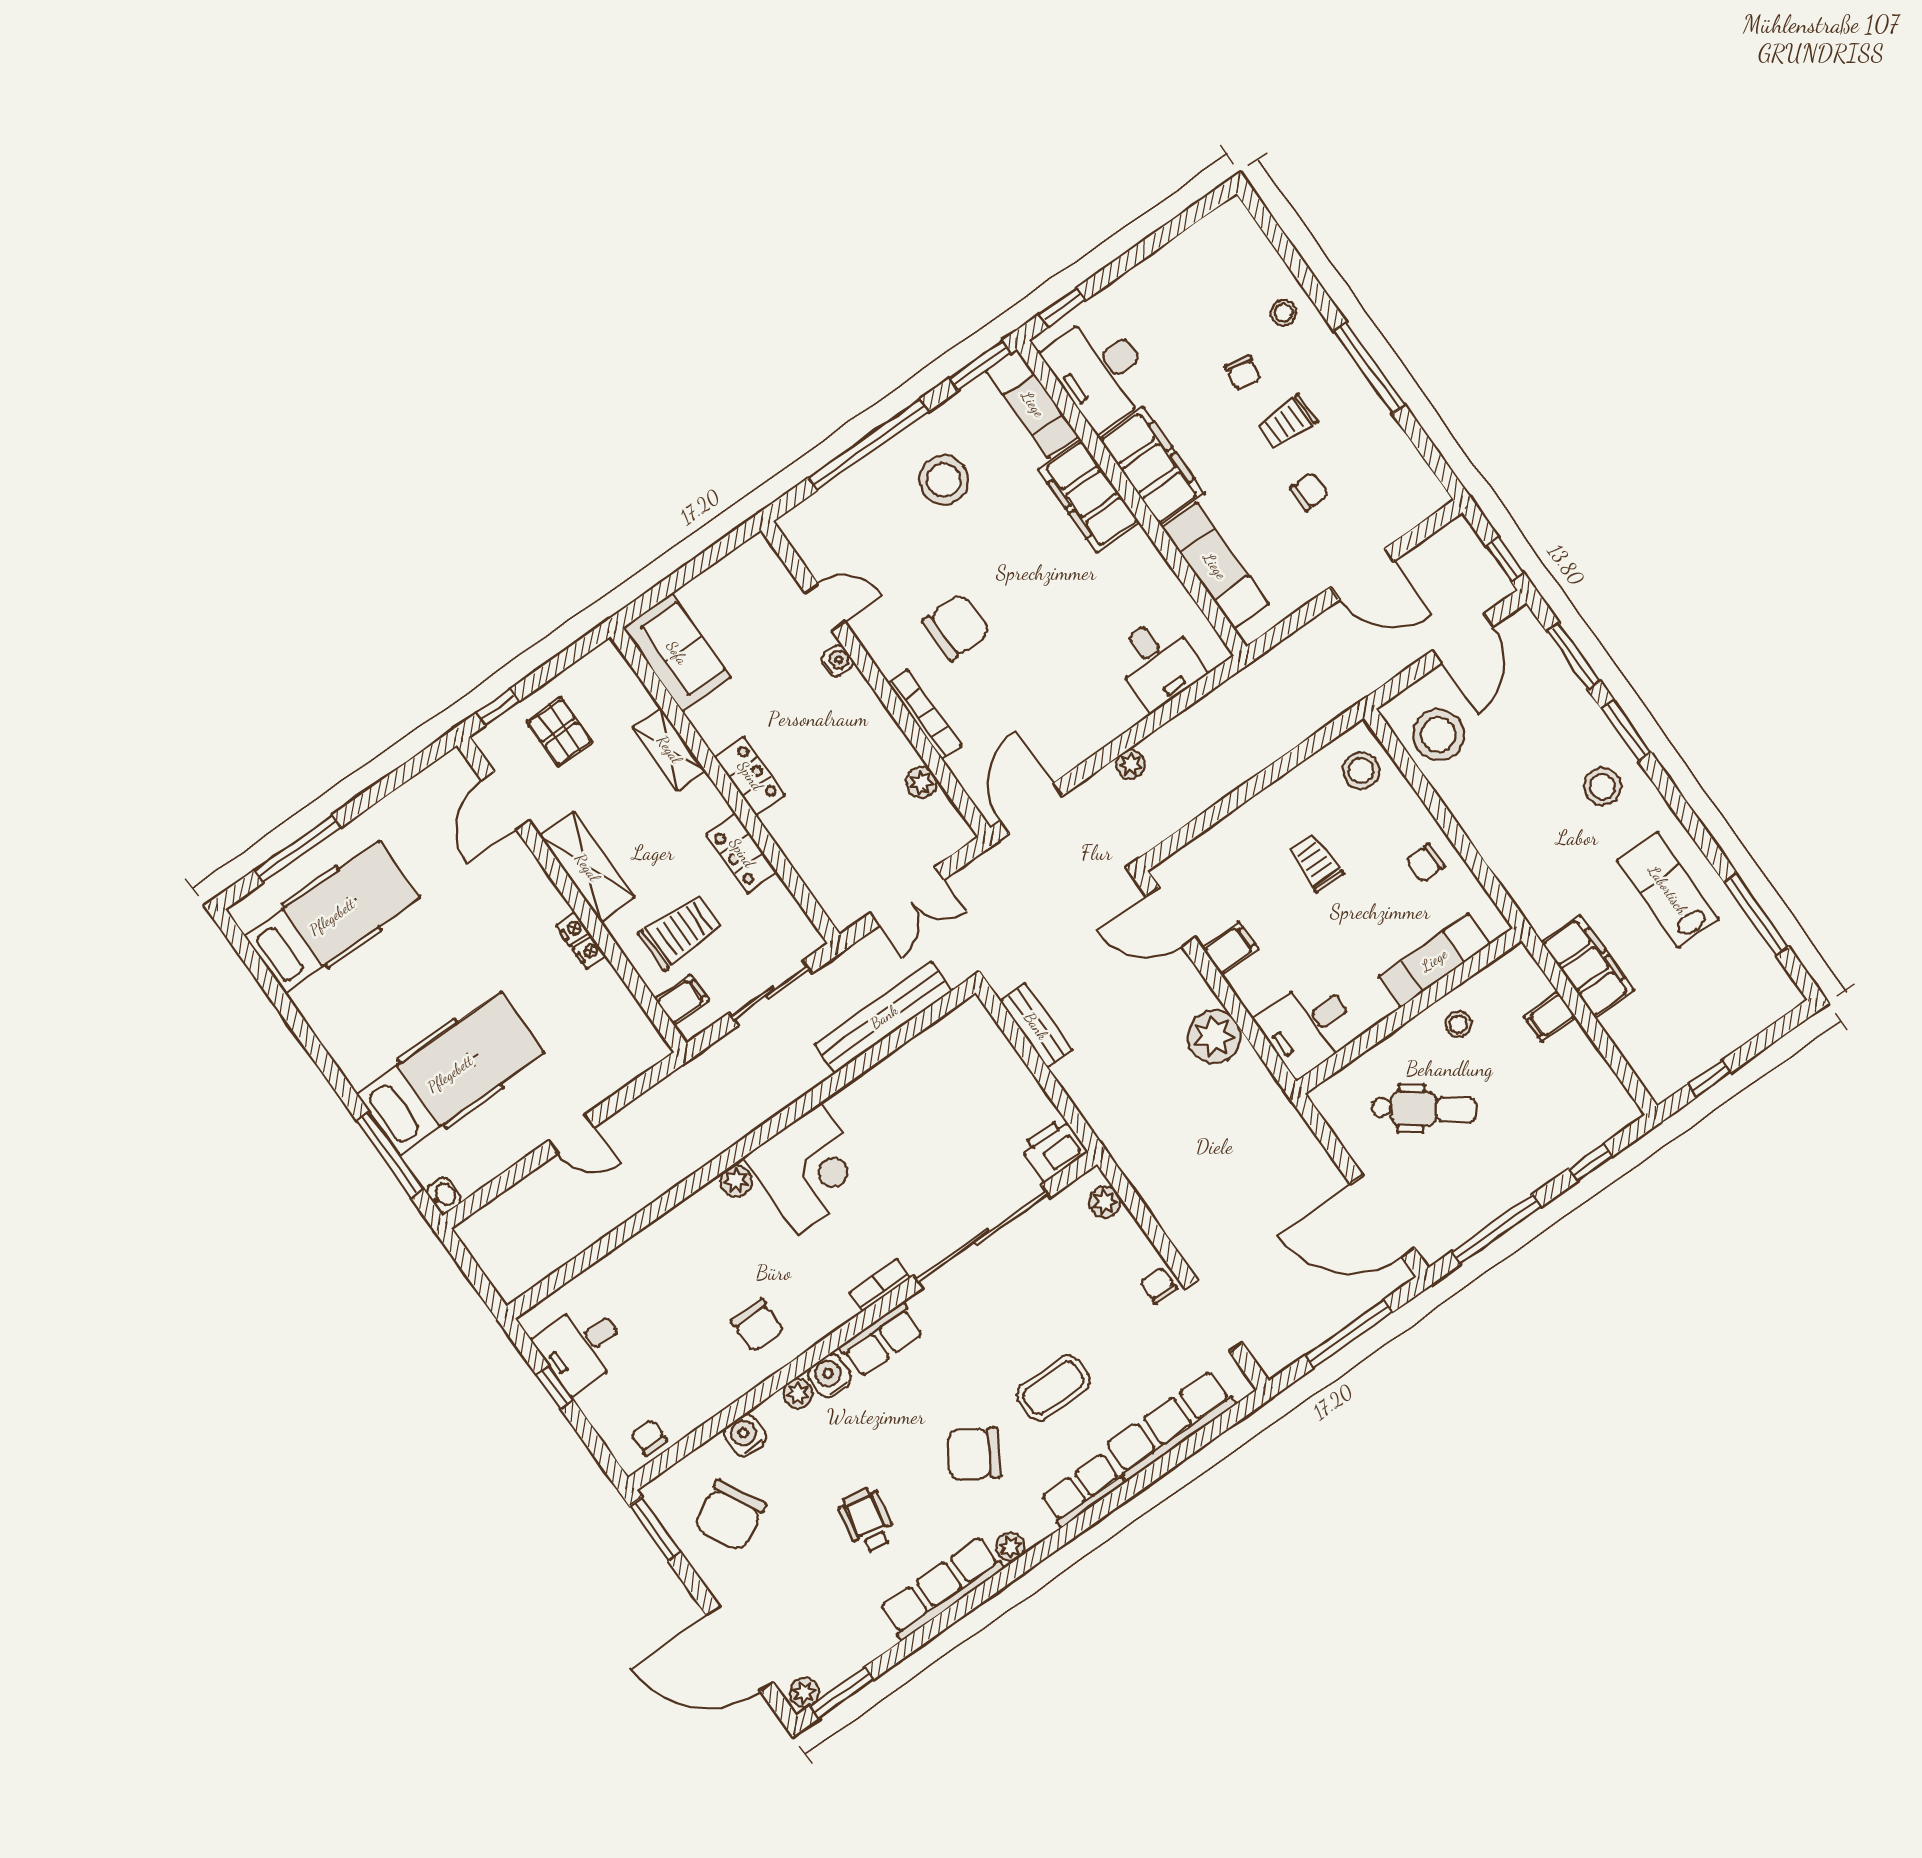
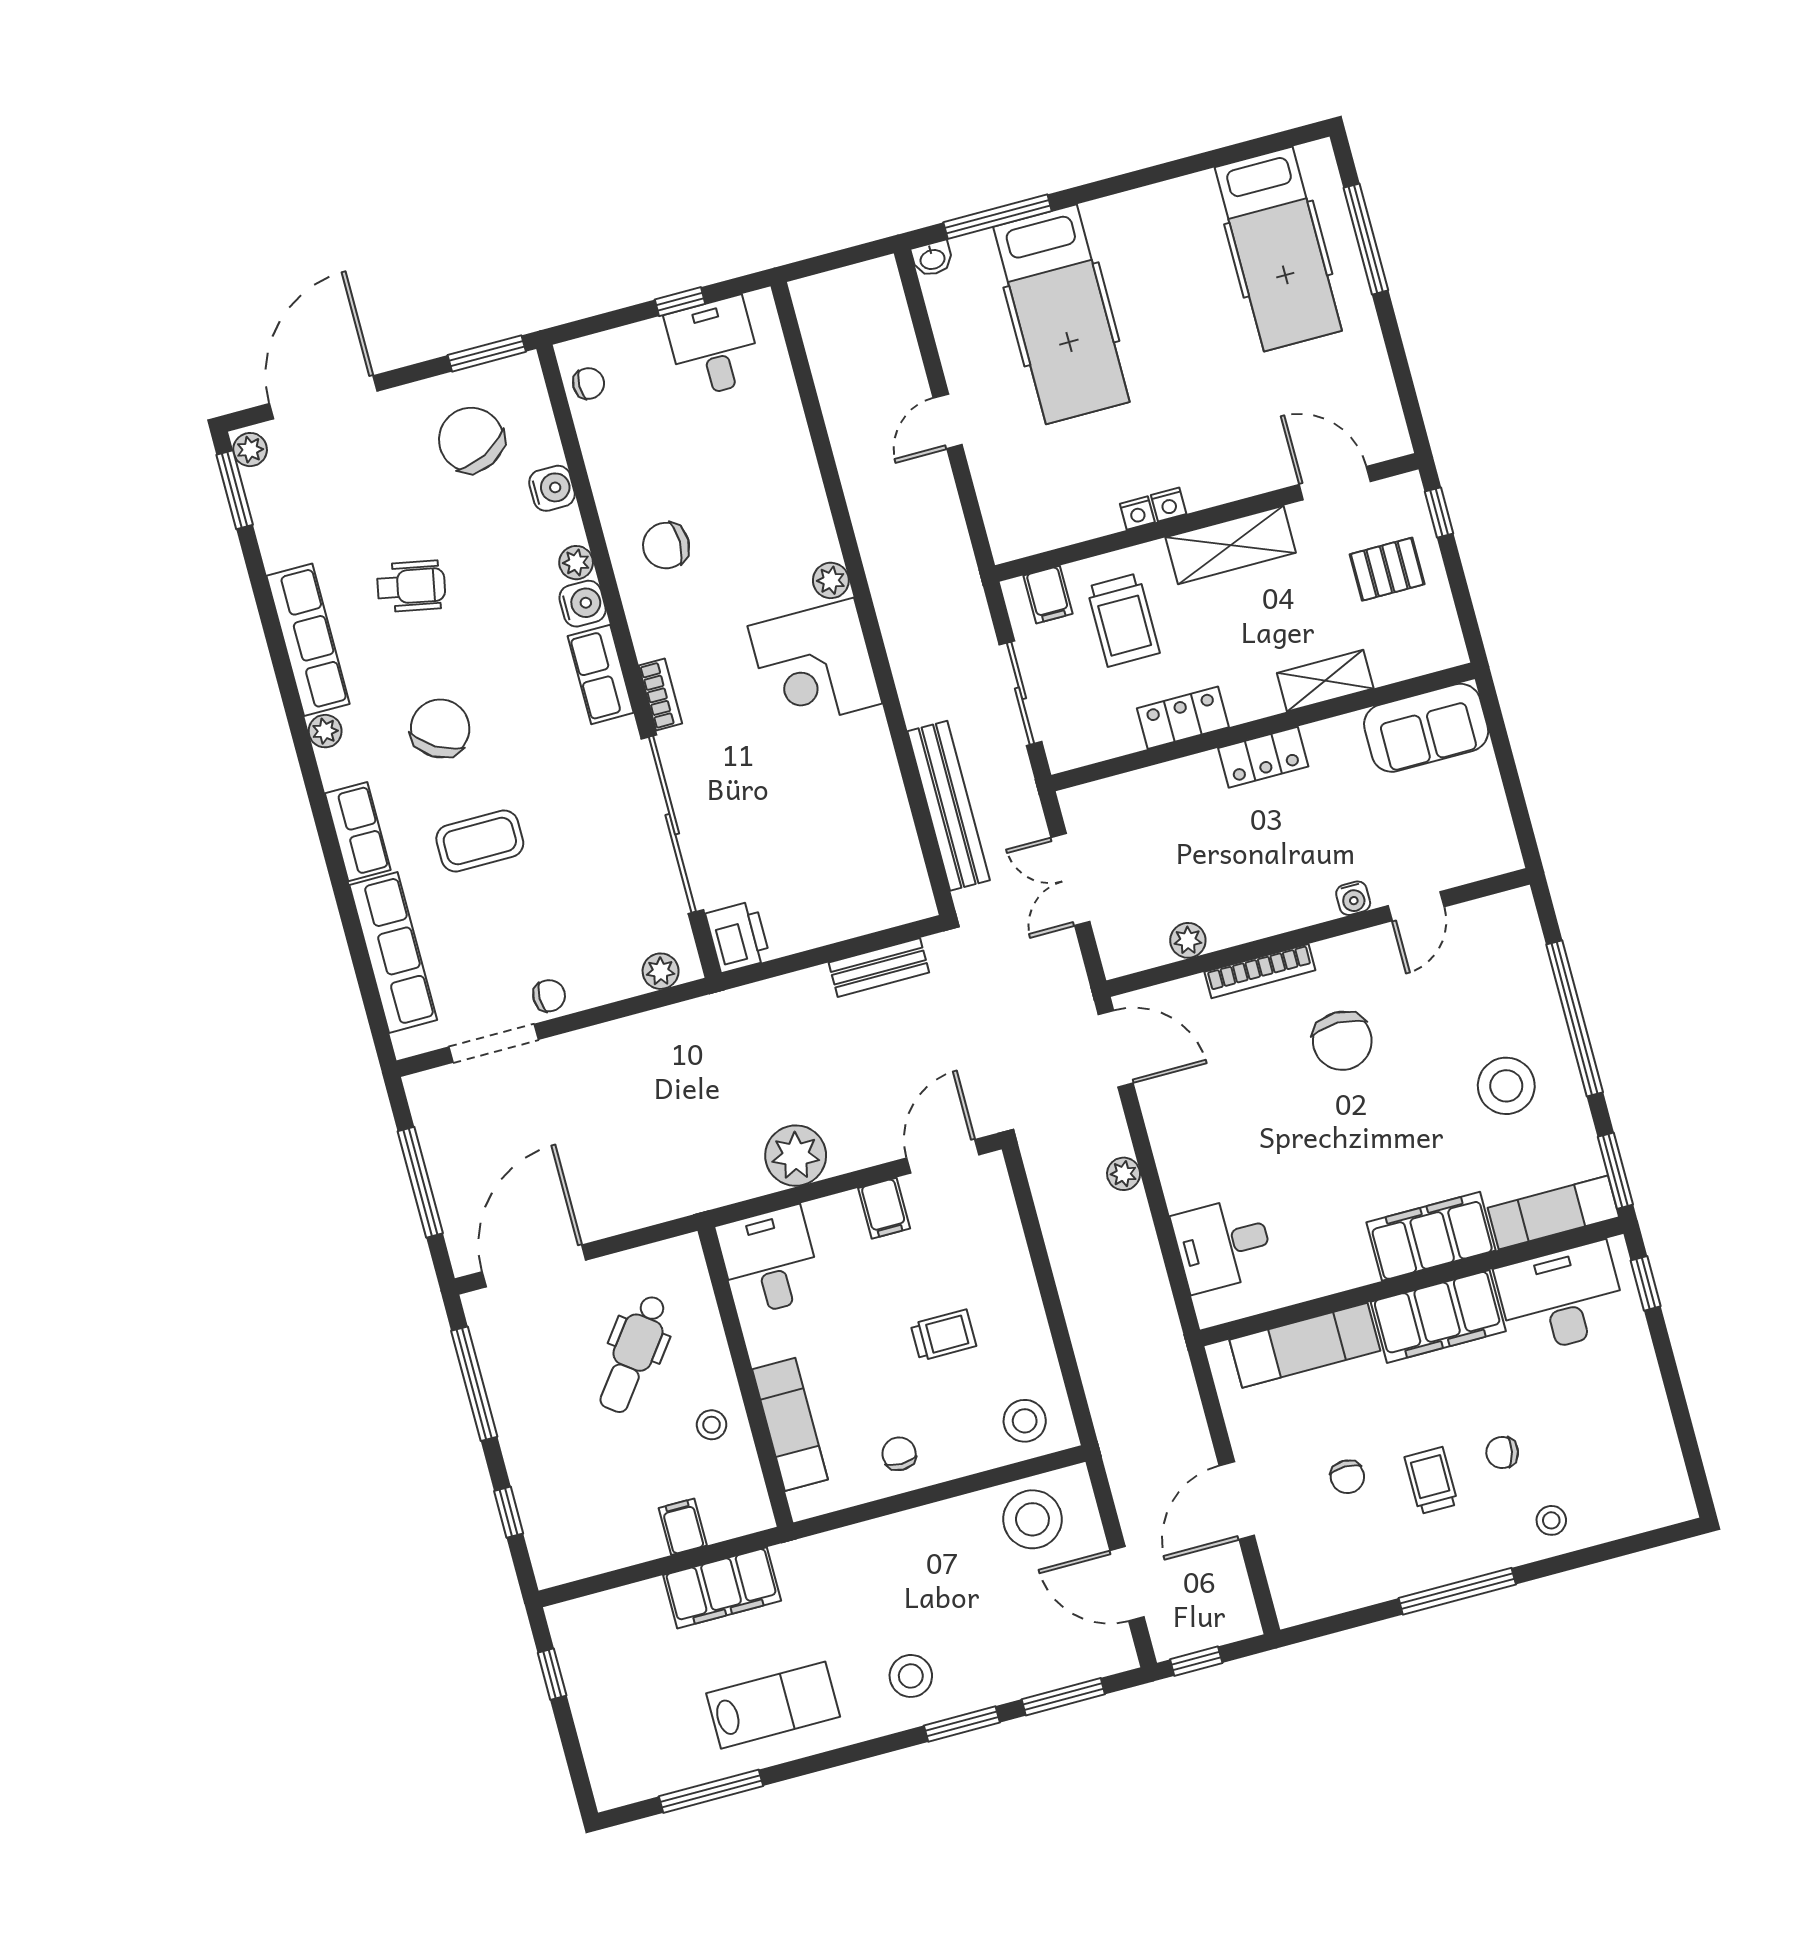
coffee table: (1053, 1388) -> (480, 841), turned 90

